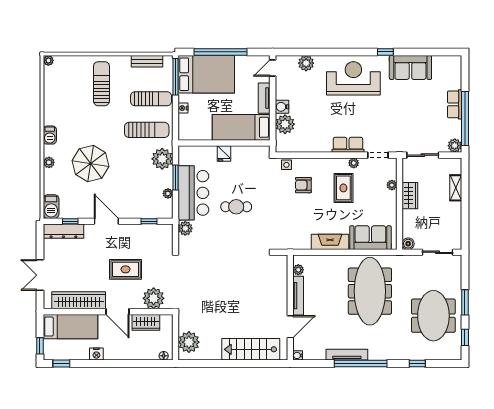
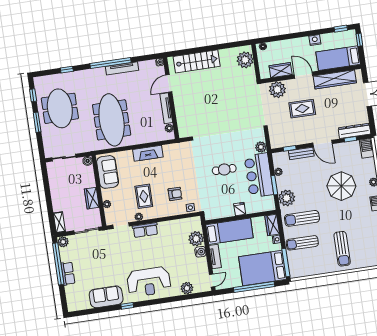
bench: (147, 61) -> (301, 153), moved
wardrobe: (186, 127) -> (272, 225), added
shelving: (456, 188) -> (59, 222), moved
sofa: (370, 238) -> (108, 172), moved, turned -90

